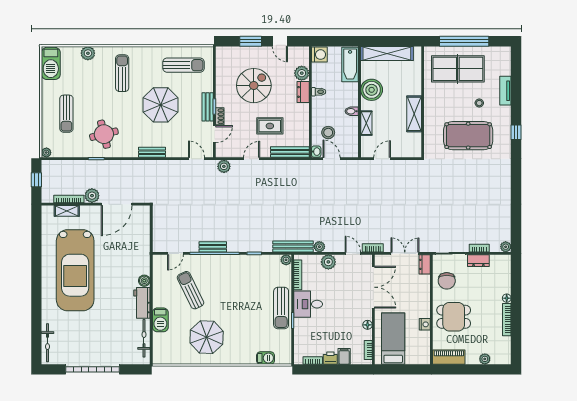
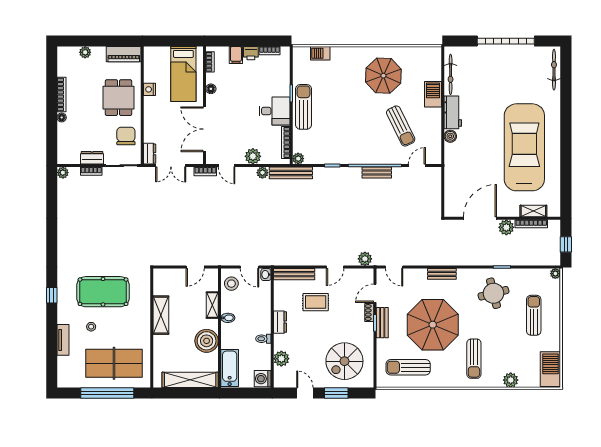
spiral stairs: (254, 86) -> (344, 361), moved
dresser: (303, 92) -> (280, 322), moved
parasol: (161, 105) -> (433, 325), width x1.36, depth x1.36
stool: (328, 133) -> (231, 284), moved
dining table: (454, 317) -> (118, 98), turned 90

